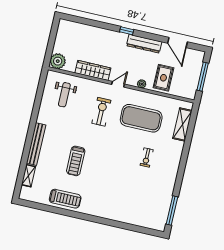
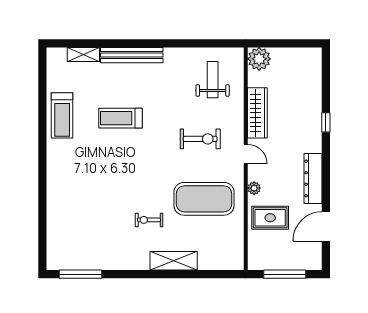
window: (127, 31) -> (326, 122), moved
weight bench: (64, 95) -> (213, 80), turned 90
exercise mat: (141, 118) -> (204, 199), turned 90
shelving: (182, 124) -> (174, 261), moved

